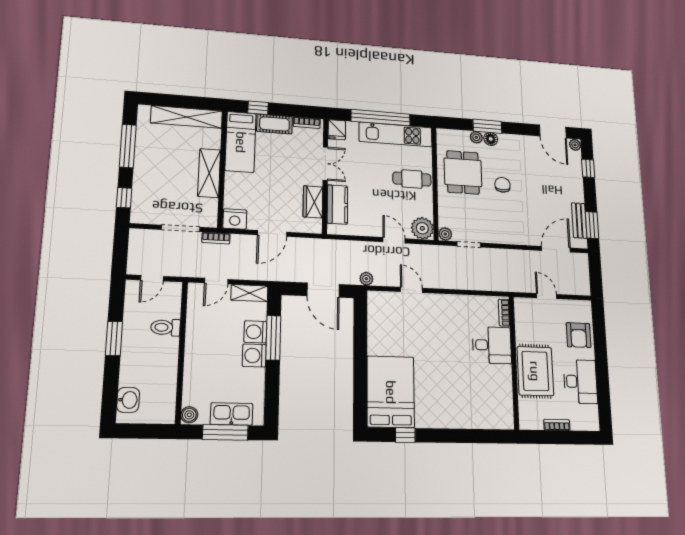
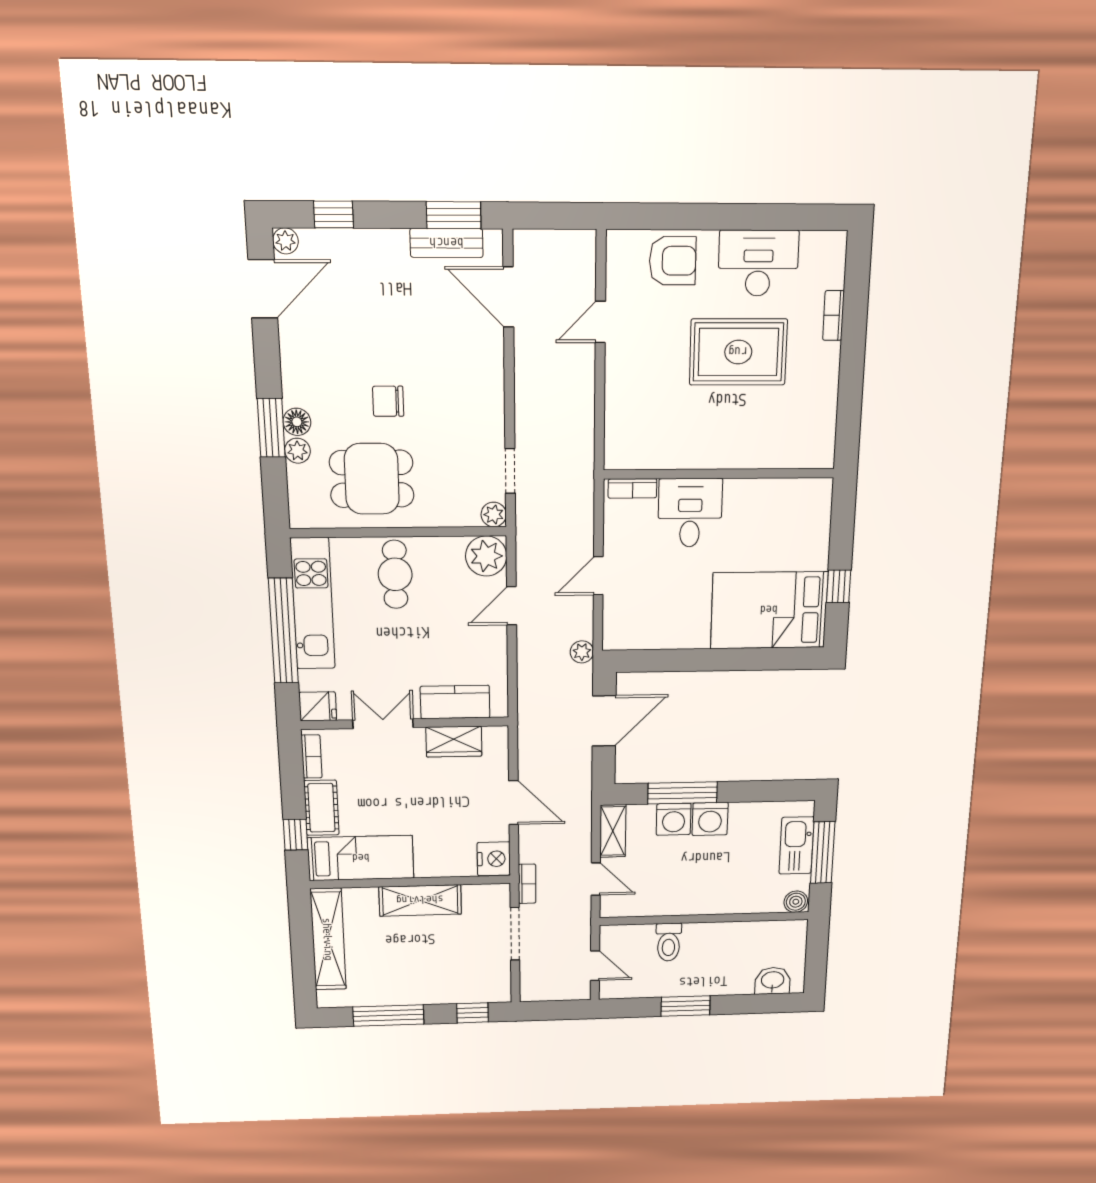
bookcase: (504, 313) -> (632, 488), moved
desk: (492, 345) -> (690, 513), moved
wall: (514, 362) -> (719, 474), moved

